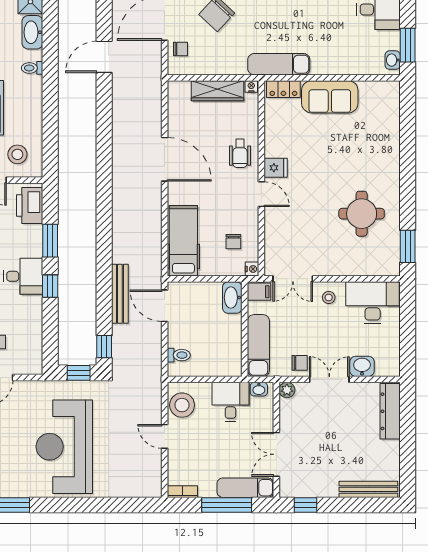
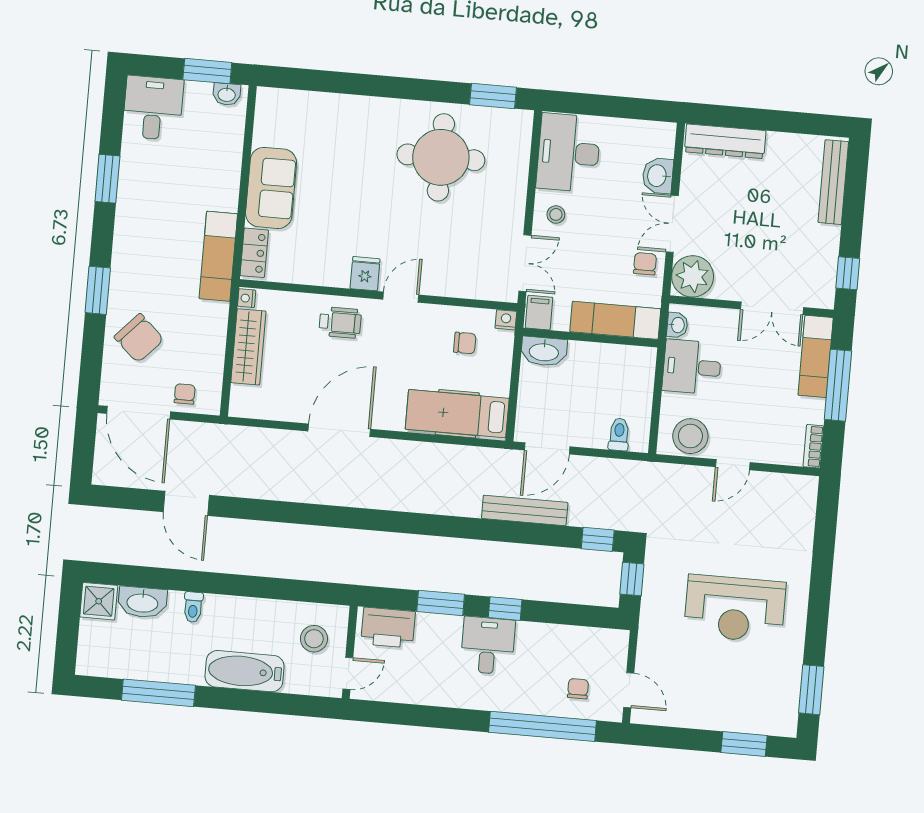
round table: (362, 214) -> (441, 157), width x1.36, depth x1.36
plant: (287, 390) -> (693, 276), width x1.88, depth x1.88
reception desk: (64, 447) -> (735, 609), width x0.74, depth x0.77

